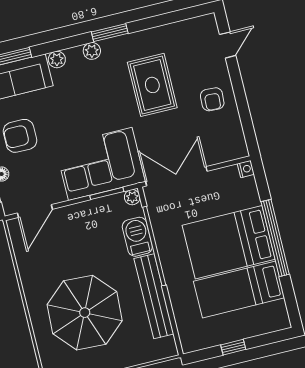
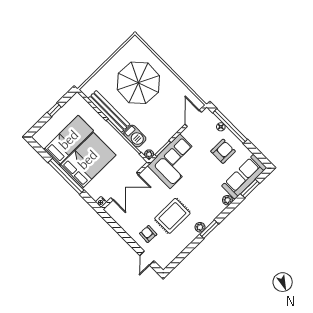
plant: (92, 51) -> (200, 227), moved
rug: (152, 85) -> (172, 216), turned 90
armchair: (212, 99) -> (148, 234), moved
double door: (176, 176) -> (125, 186), moved

